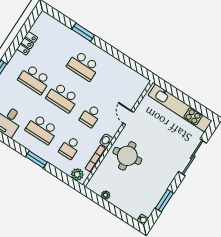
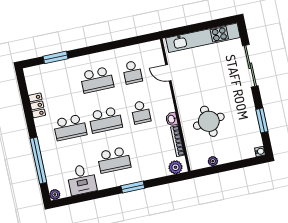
window: (83, 32) -> (55, 57), moved
door: (128, 118) -> (168, 73), moved
school desk: (70, 148) -> (132, 72), moved
round table: (127, 156) -> (209, 121), moved

